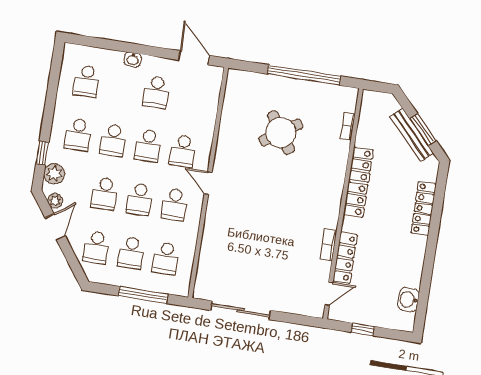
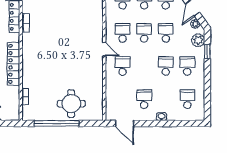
round table: (281, 133) -> (71, 104), moved, turned 34
school desk: (148, 146) -> (144, 66), removed

